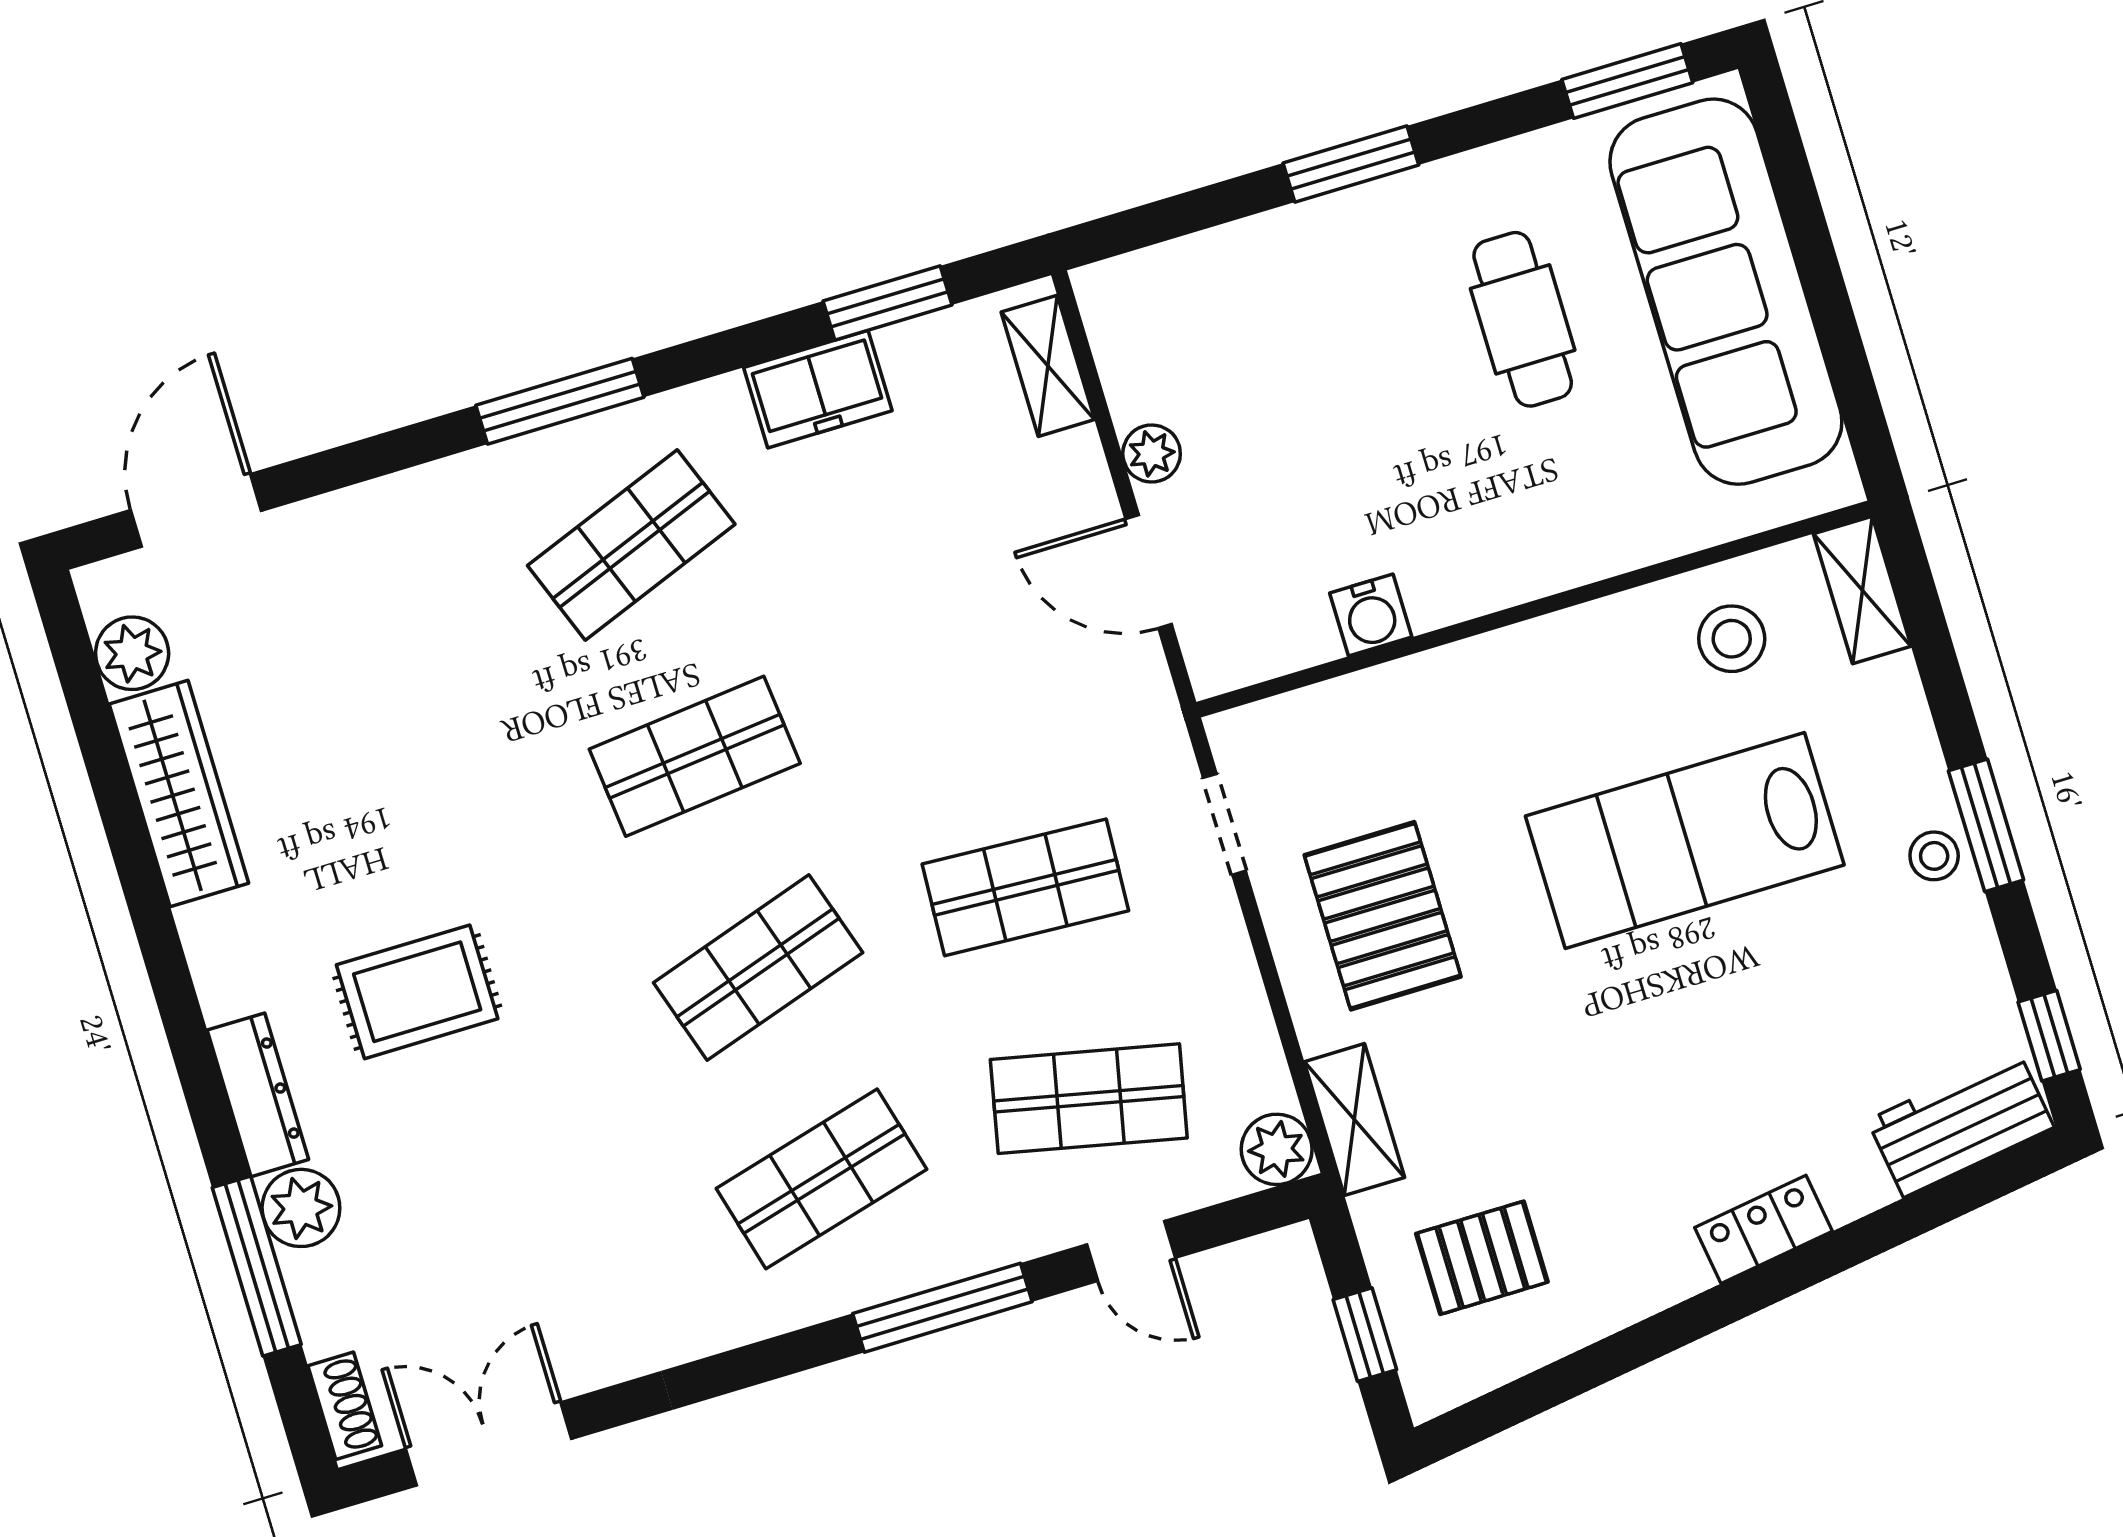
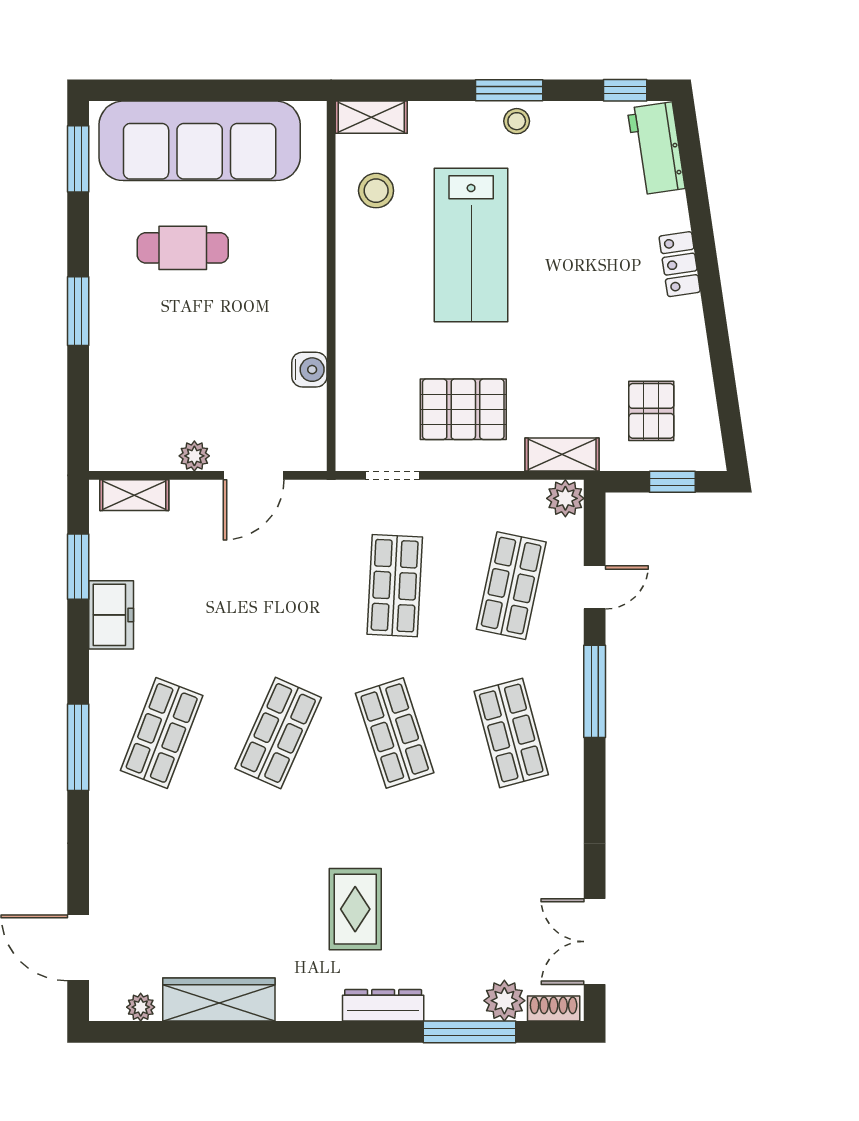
shop shelf: (631, 545) -> (162, 733), turned 42
plant: (132, 653) -> (141, 1007), width x0.73, depth x0.73
shop shelf: (695, 756) -> (278, 733), turned 30
plant: (301, 1208) -> (504, 1001), moved

